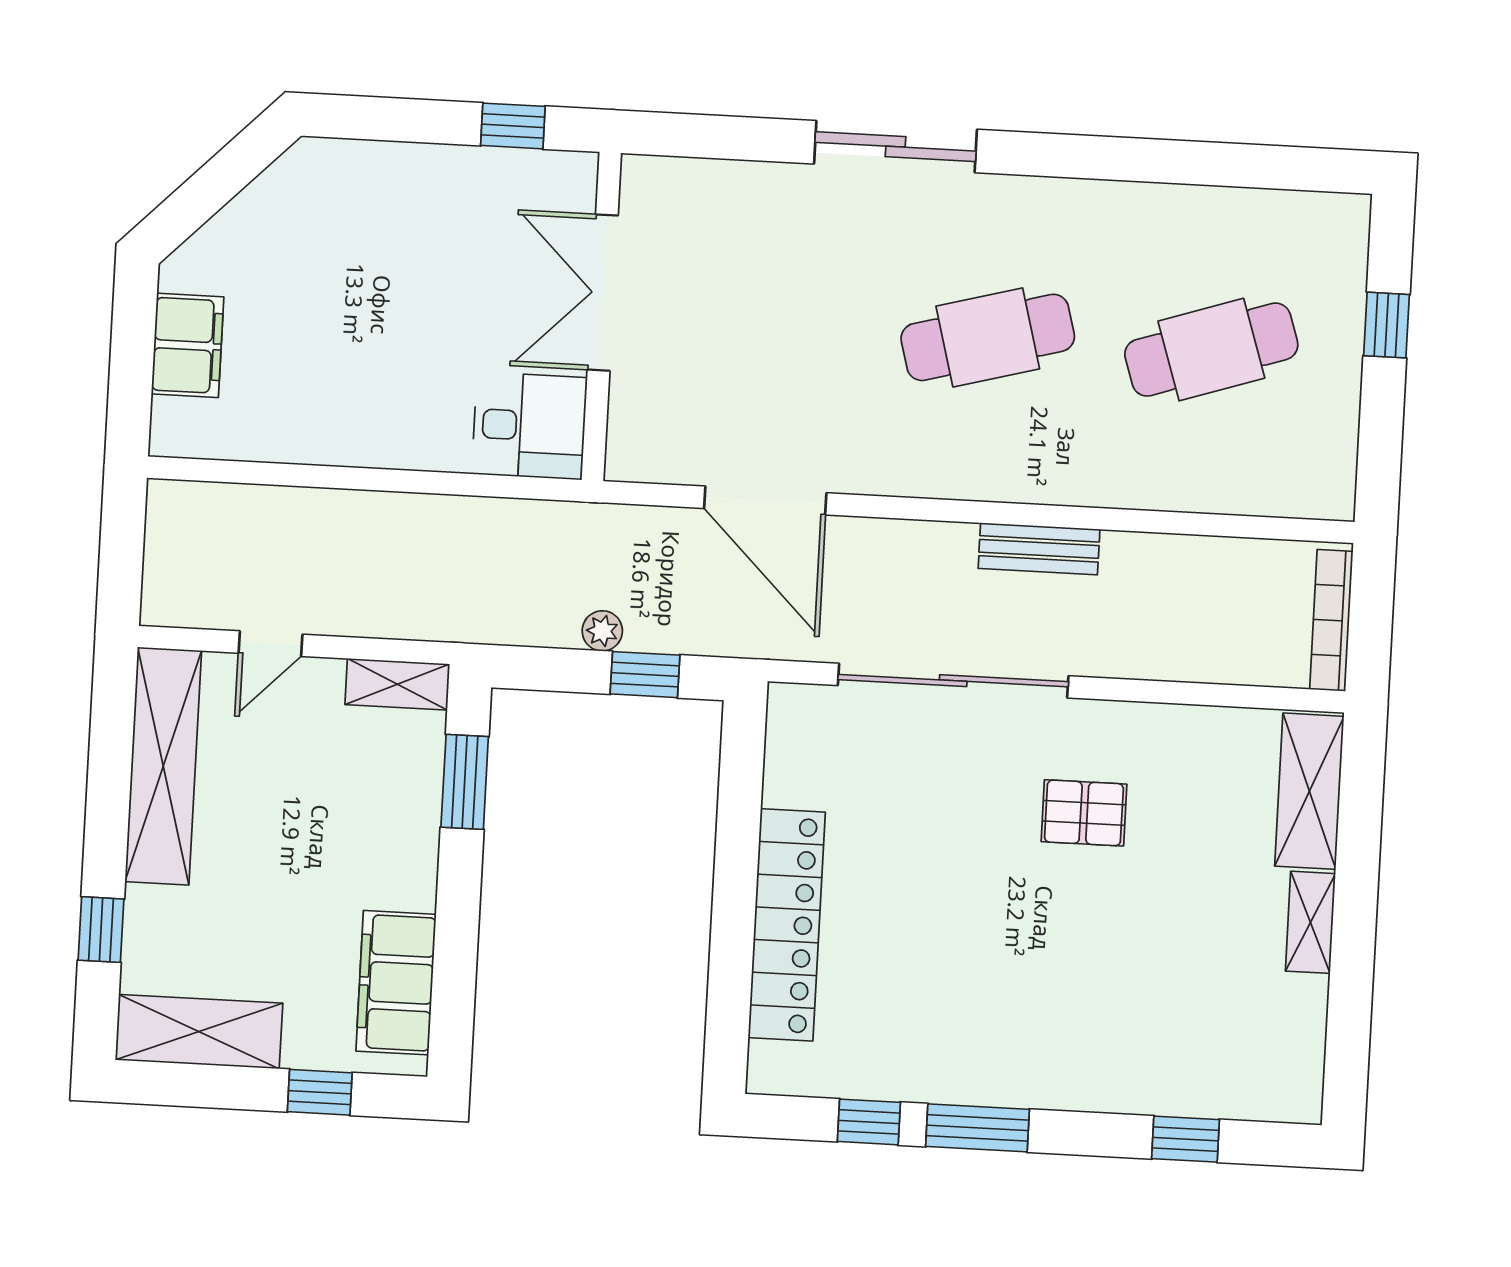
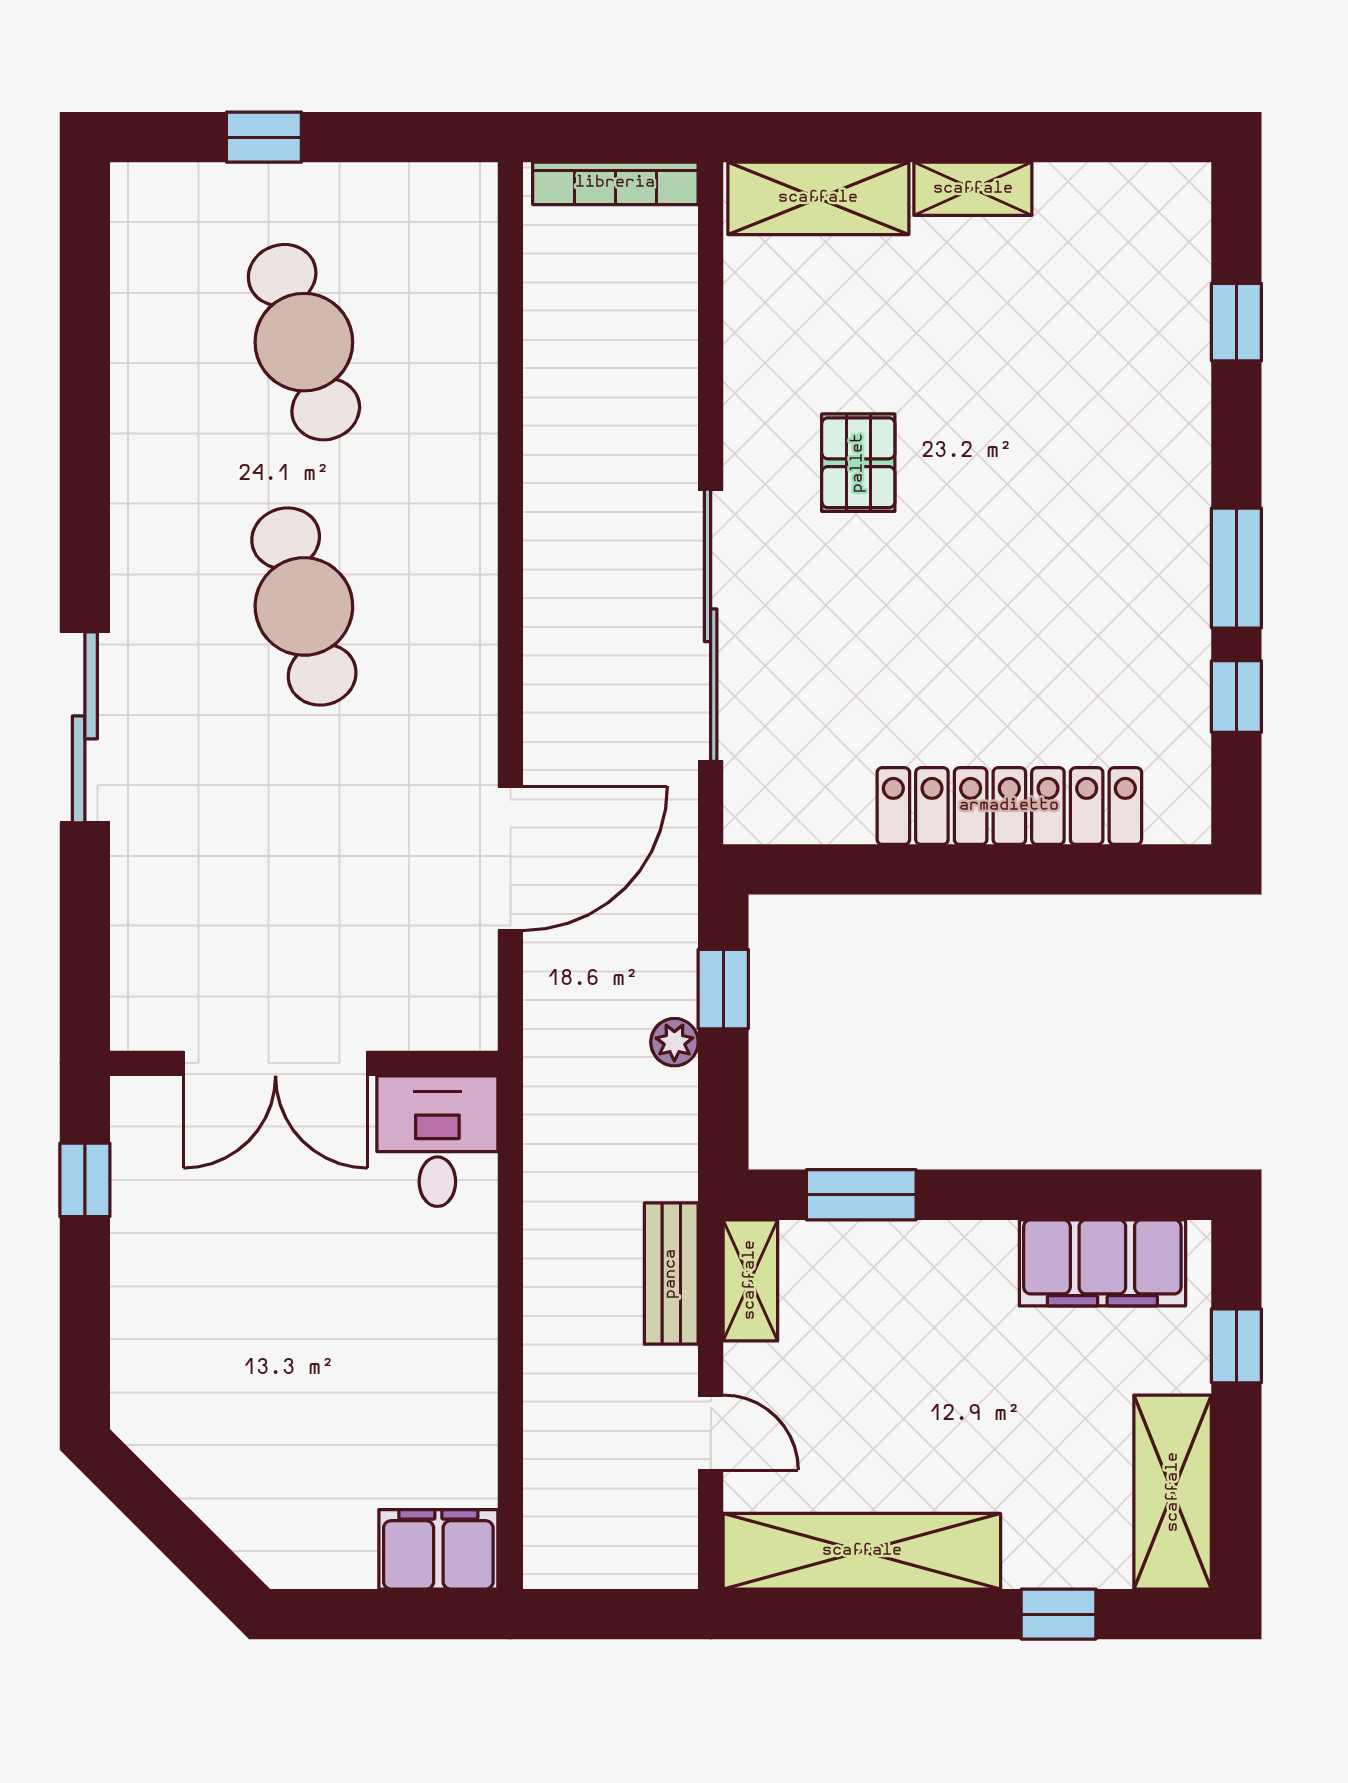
filing cabinet: (188, 345) -> (438, 1549), moved
bench: (1039, 549) -> (671, 1274), moved

